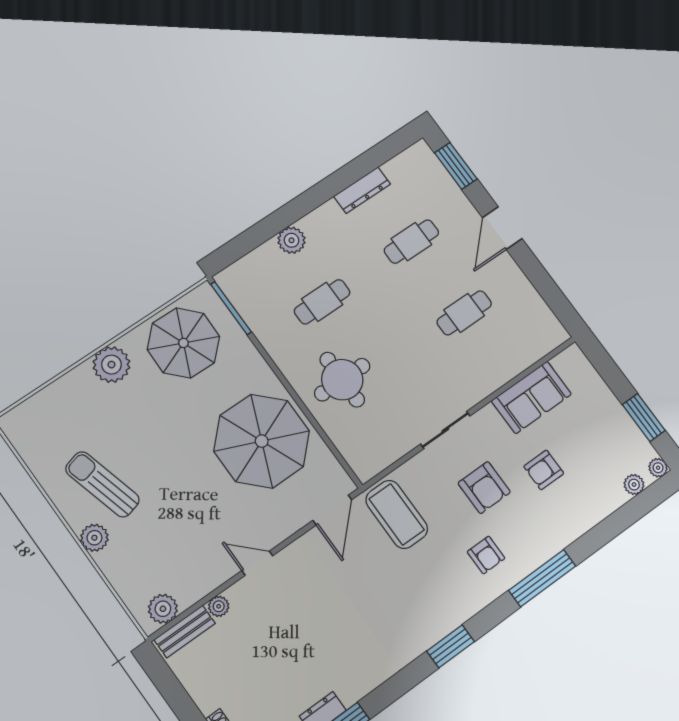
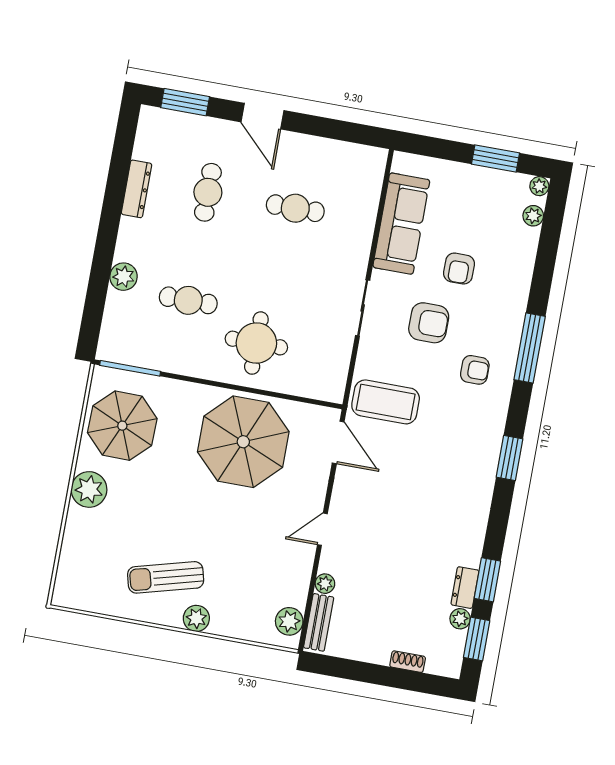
cafe table: (322, 302) -> (188, 300), turned 90
cafe table: (464, 313) -> (295, 208), turned 90
sofa: (531, 397) -> (401, 224), width x1.36

